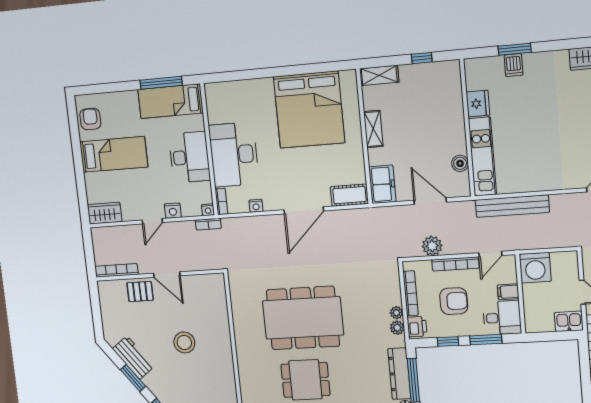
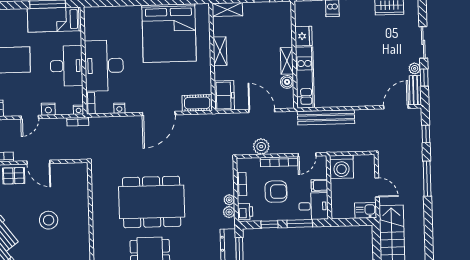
shelving: (458, 137) -> (287, 61), added
bookcase: (411, 293) -> (242, 184), width x0.64

